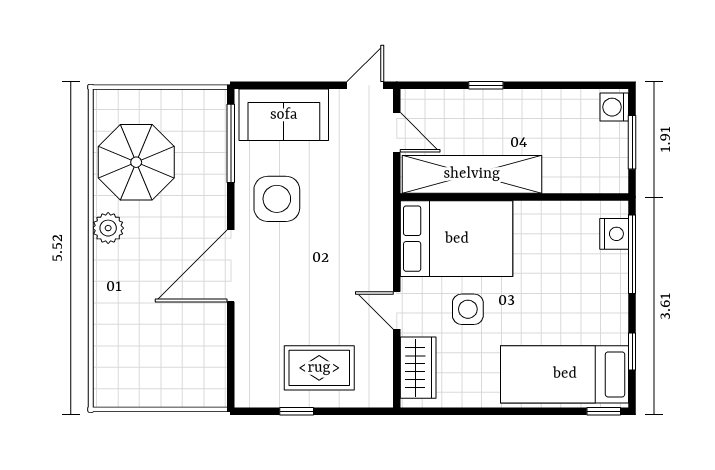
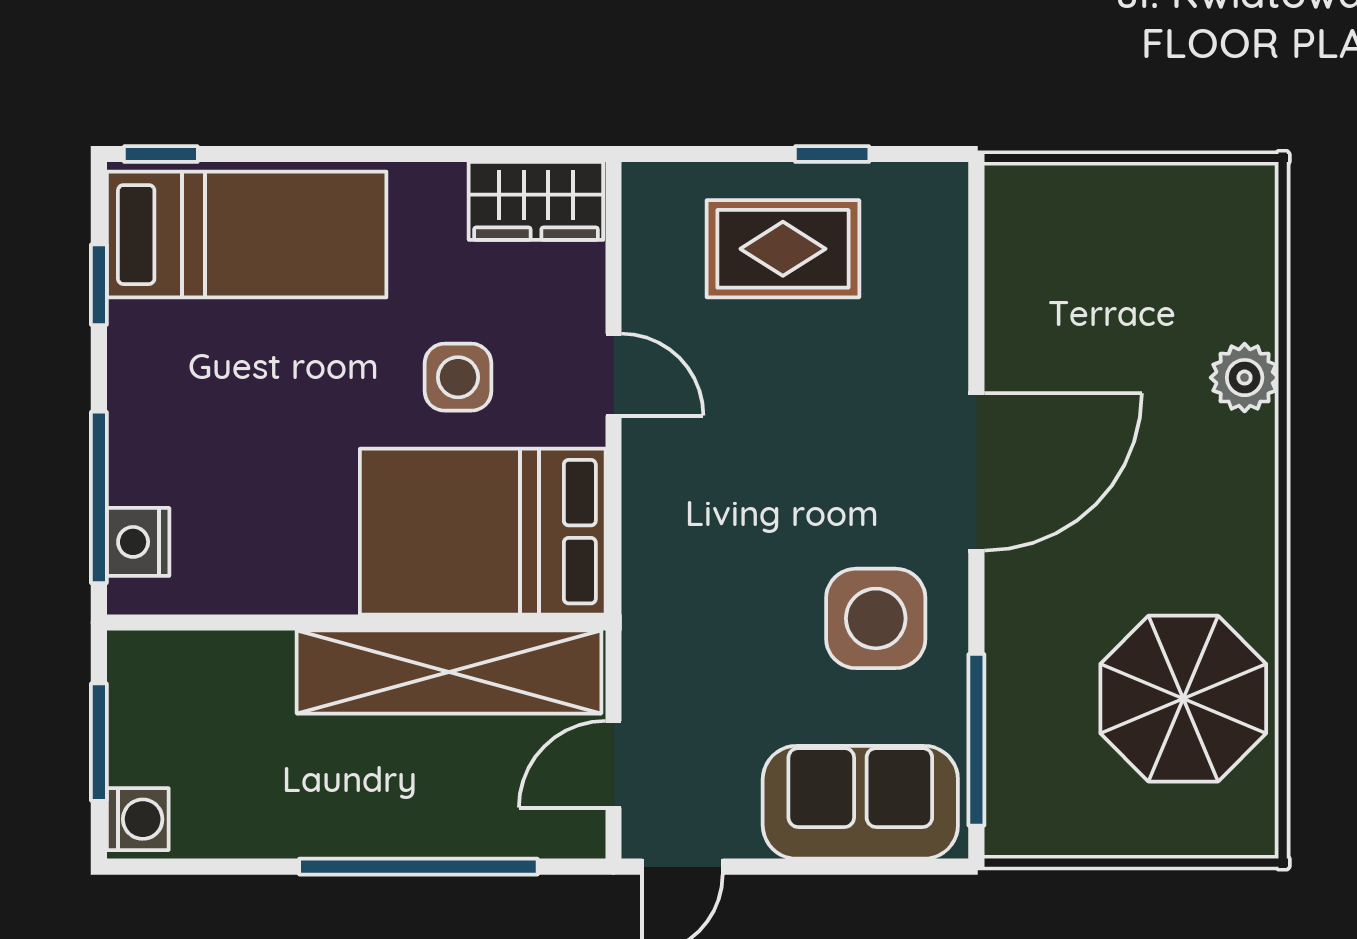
window: (486, 85) -> (418, 867), width x3.17
door: (397, 132) -> (614, 764), hinge flipped
plant: (108, 228) -> (1245, 378), moved
wardrobe: (418, 368) -> (536, 201), moved, turned -90

